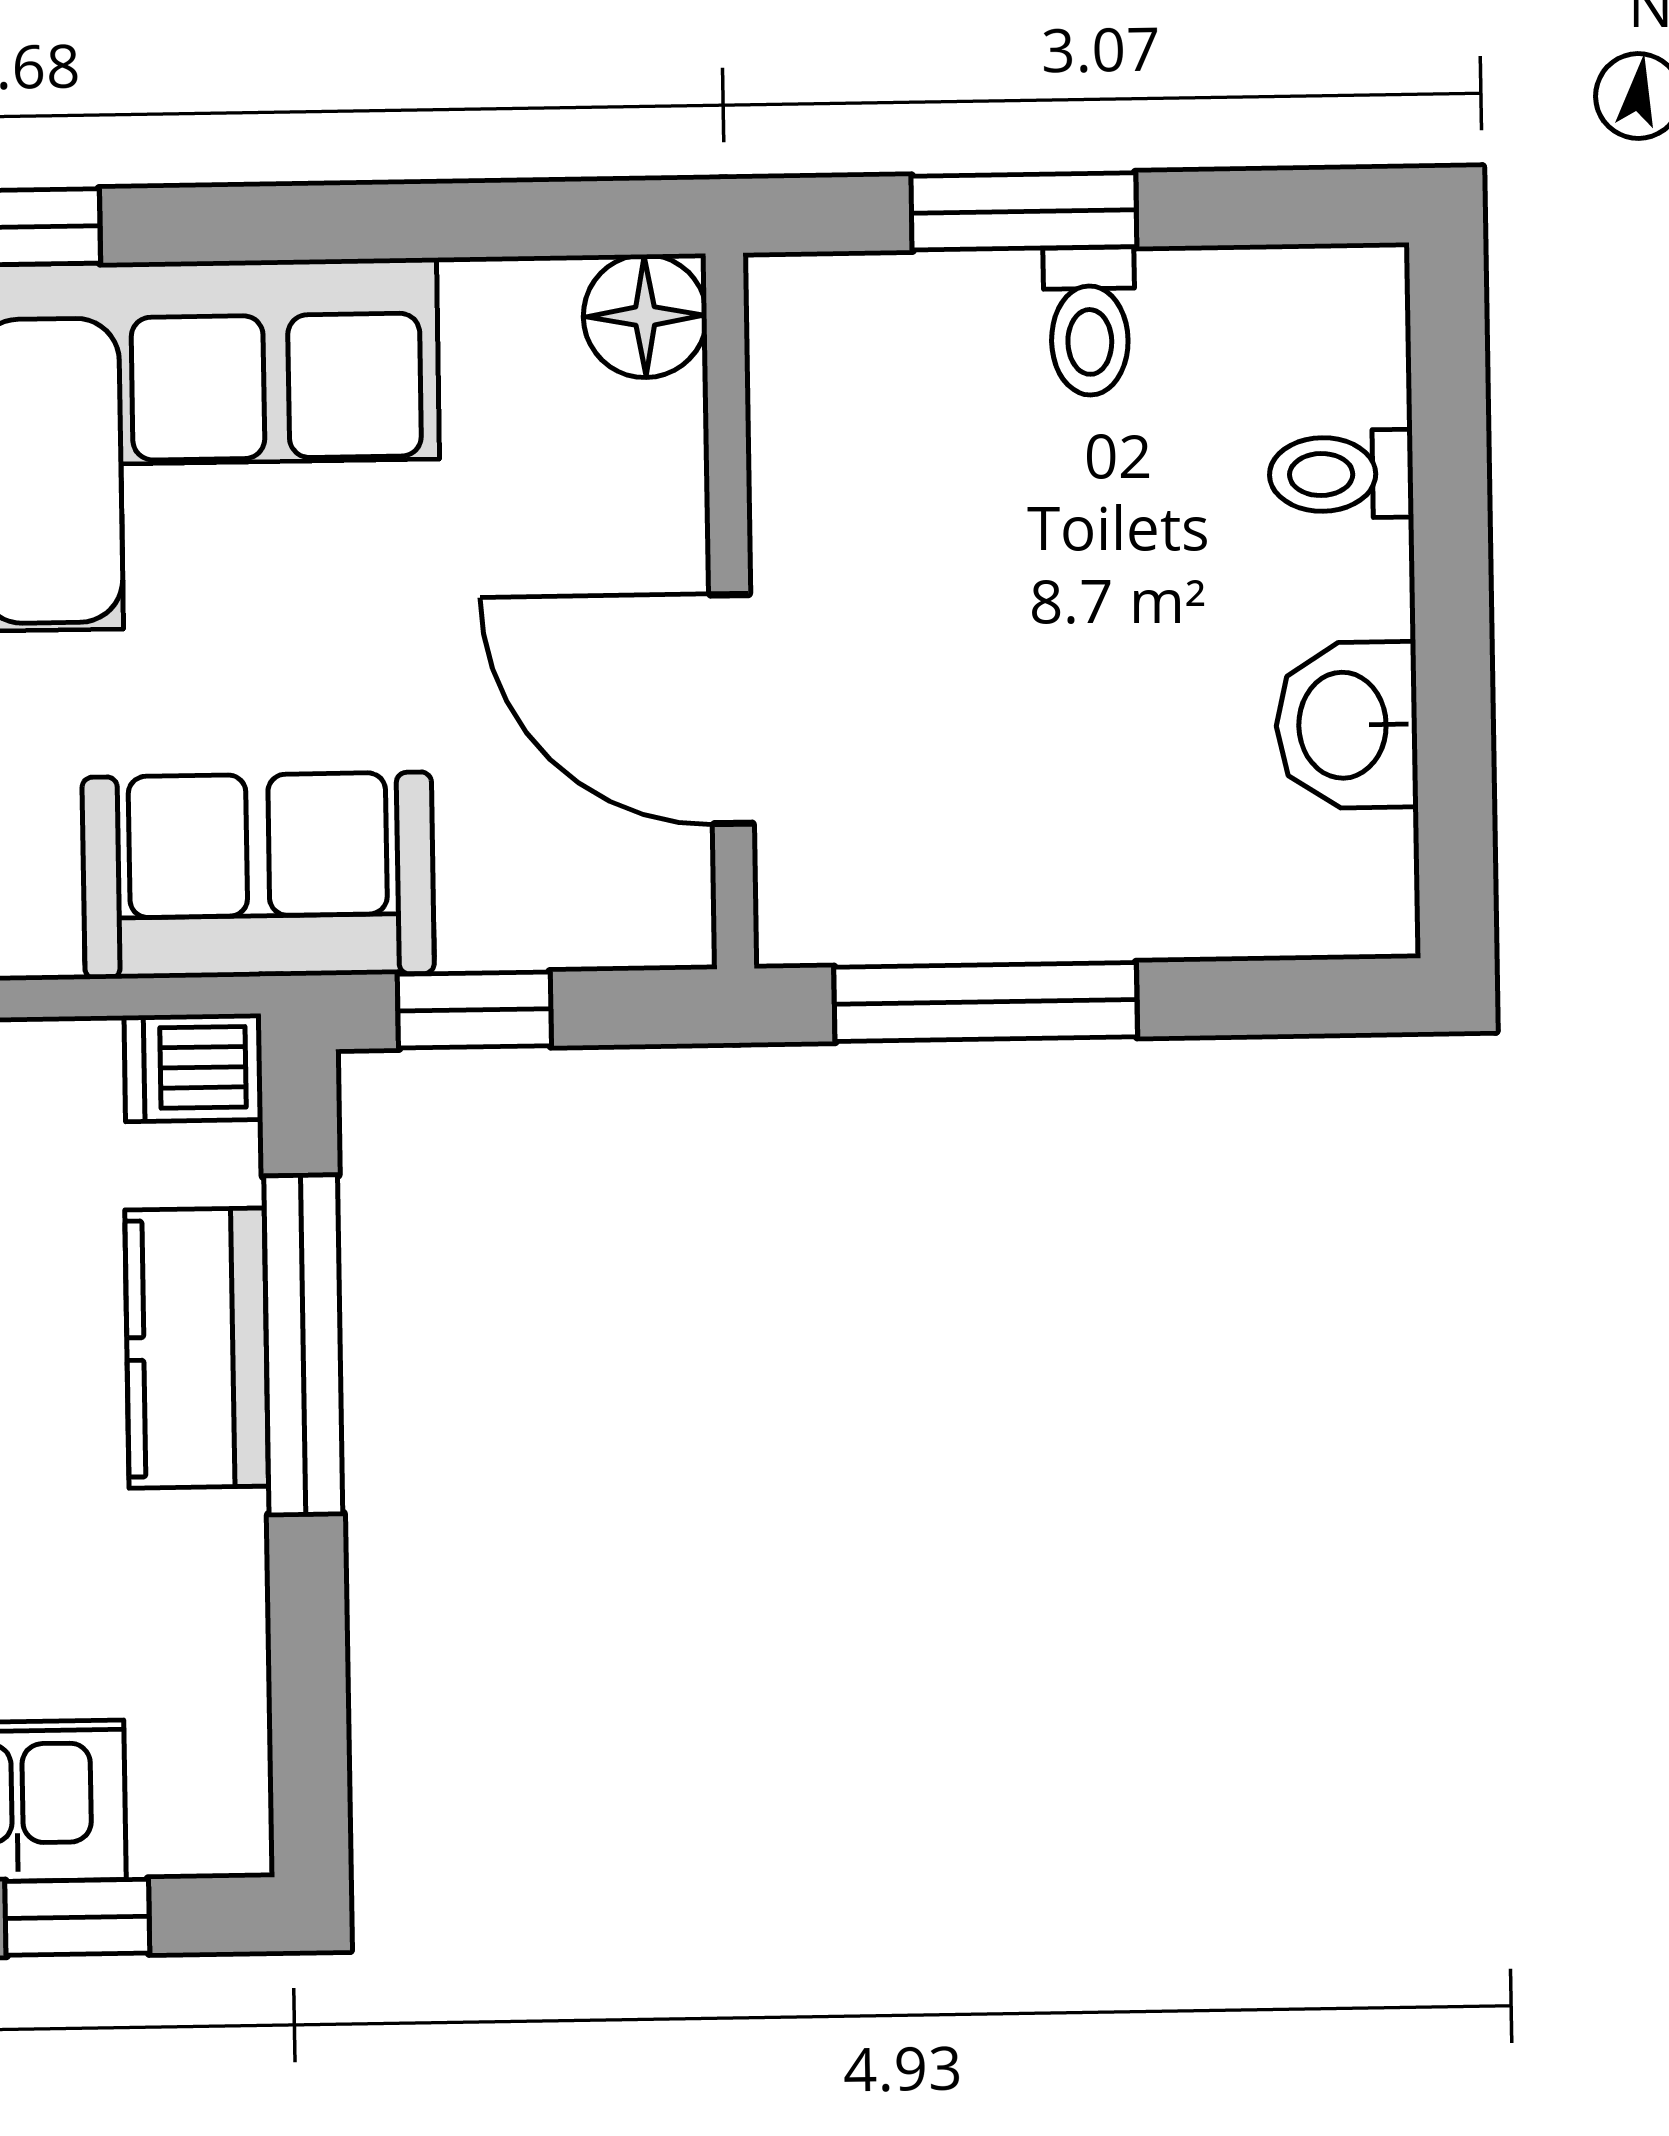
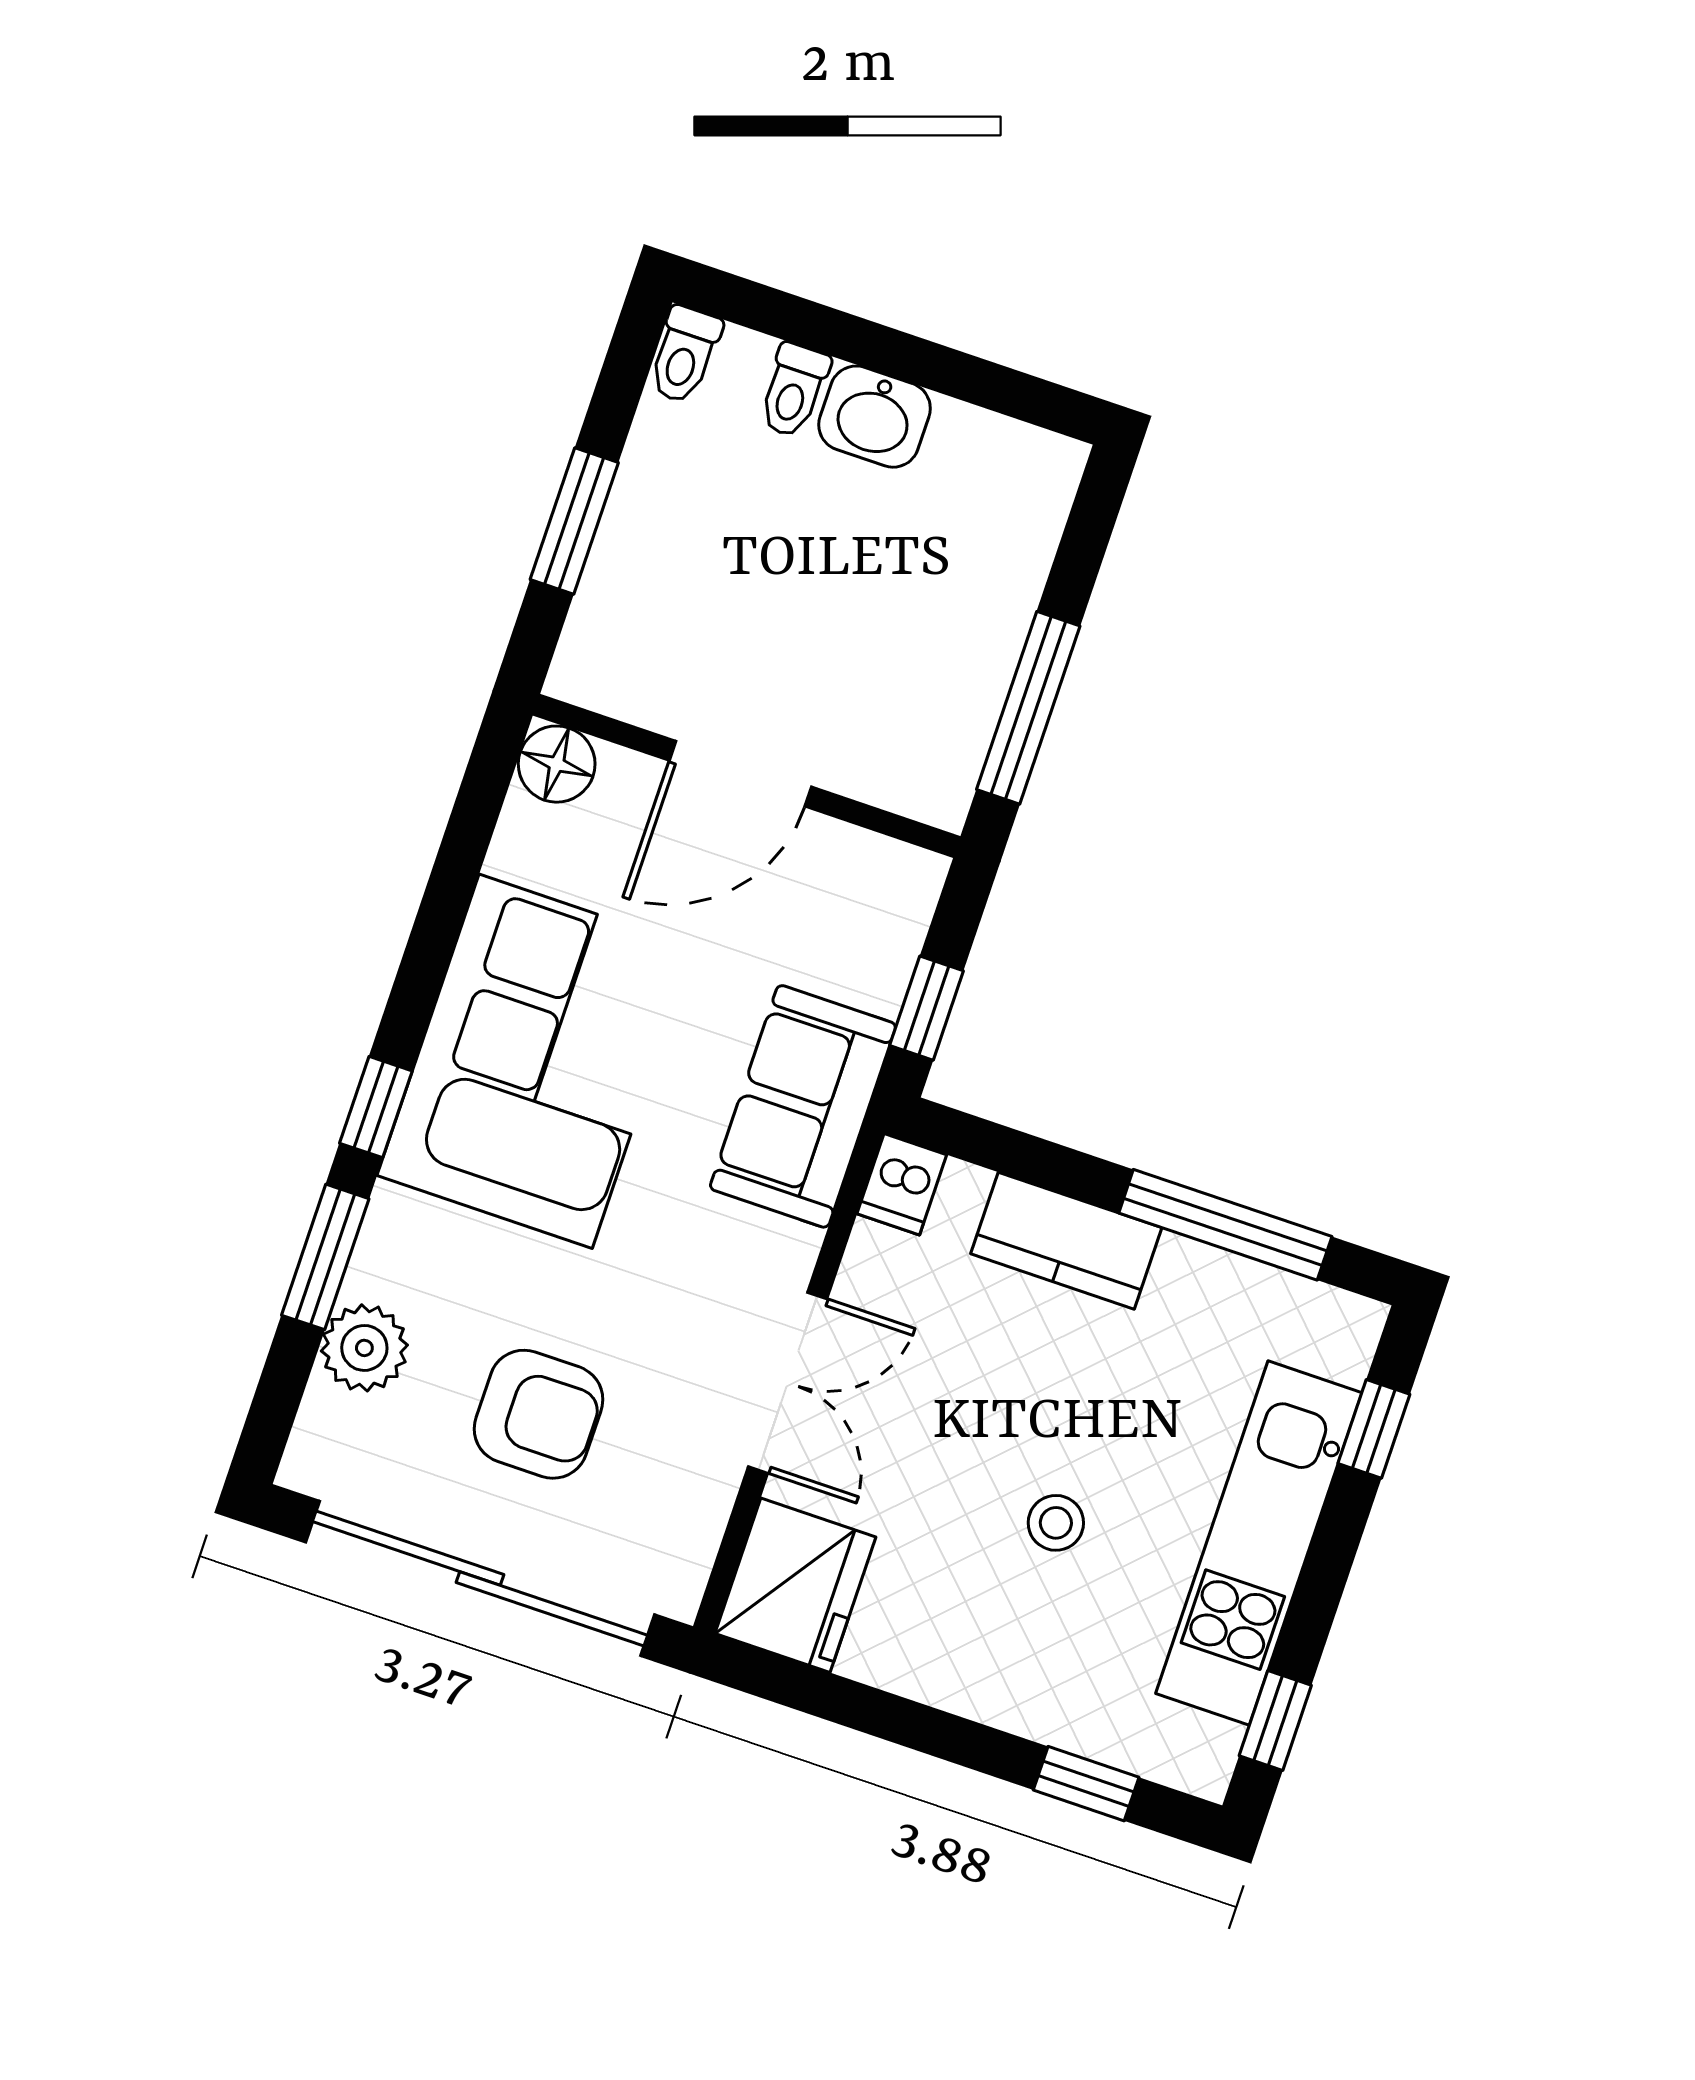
toilet: (1090, 321) -> (685, 355), moved, turned 90
door: (732, 709) -> (740, 774), moved
washbasin: (1347, 725) -> (875, 417), moved
window: (303, 1345) -> (1225, 1225), moved

